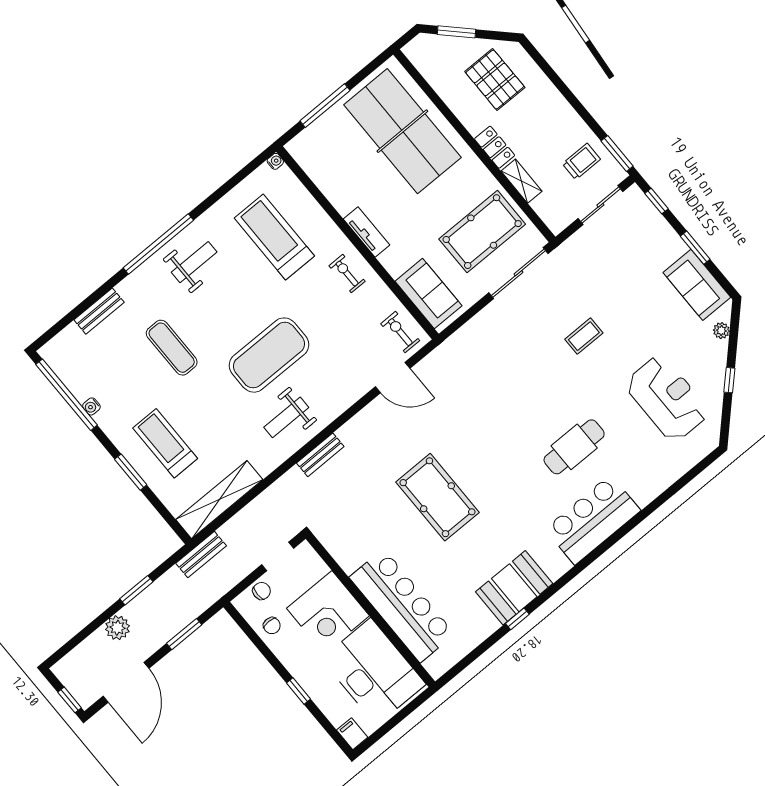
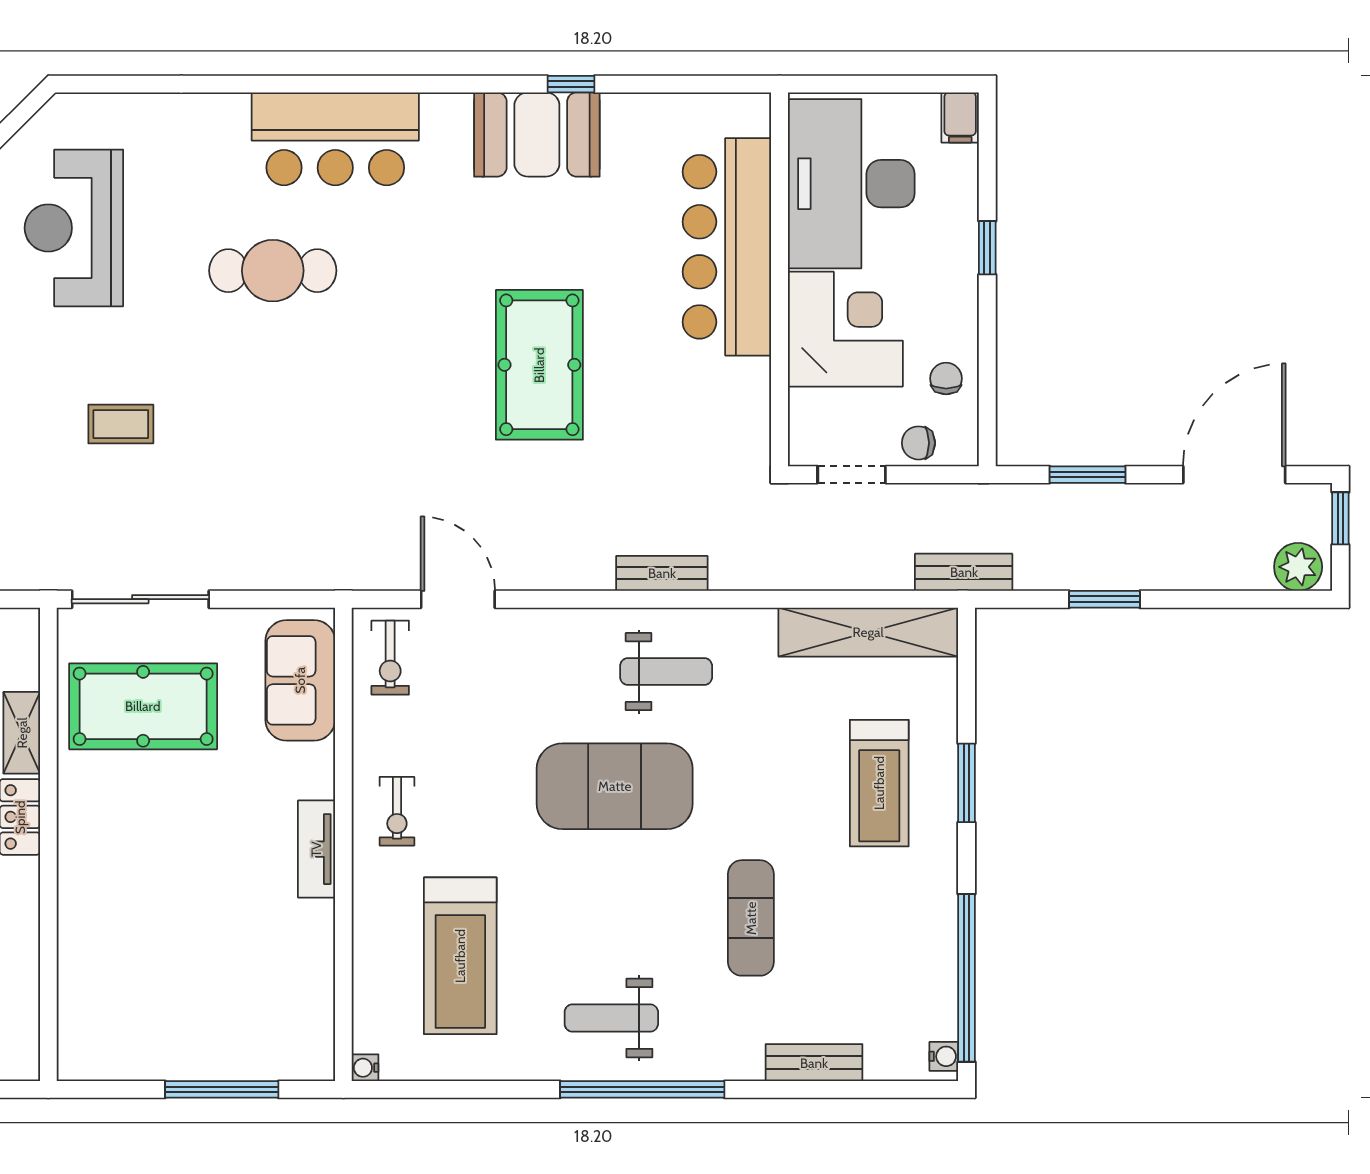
table tennis table: (402, 131) -> (138, 955), removed
water cooler: (91, 406) -> (944, 1056), moved
plant: (117, 628) -> (1298, 567), moved

